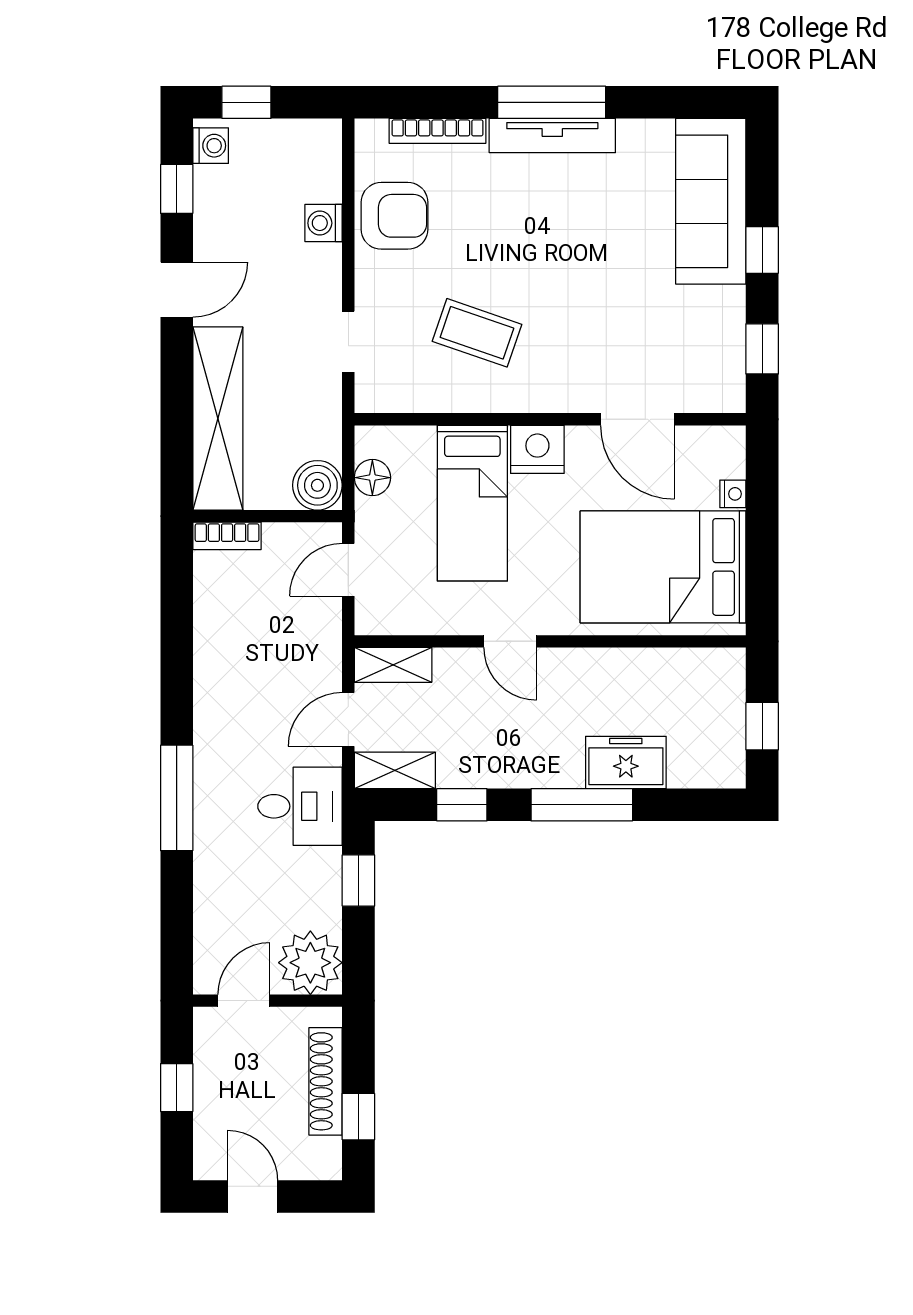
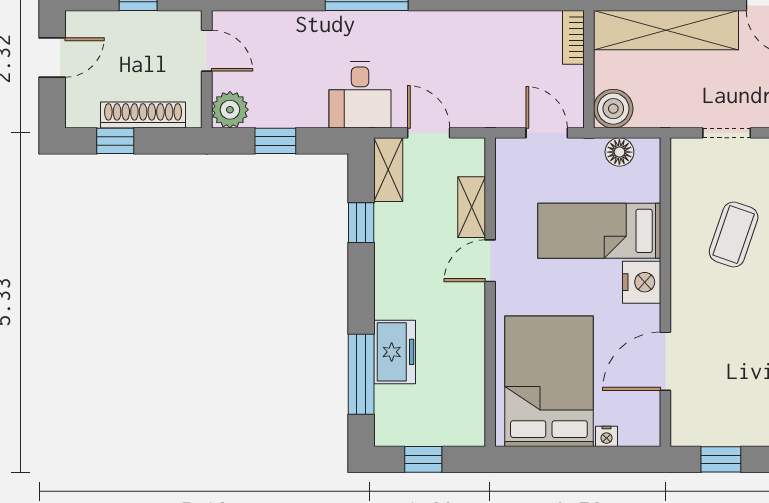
shelving: (393, 665) -> (472, 207), moved
window: (582, 805) -> (361, 374), moved
window: (358, 880) -> (275, 141), moved
plant: (310, 963) -> (230, 110), width x0.73, depth x0.73

